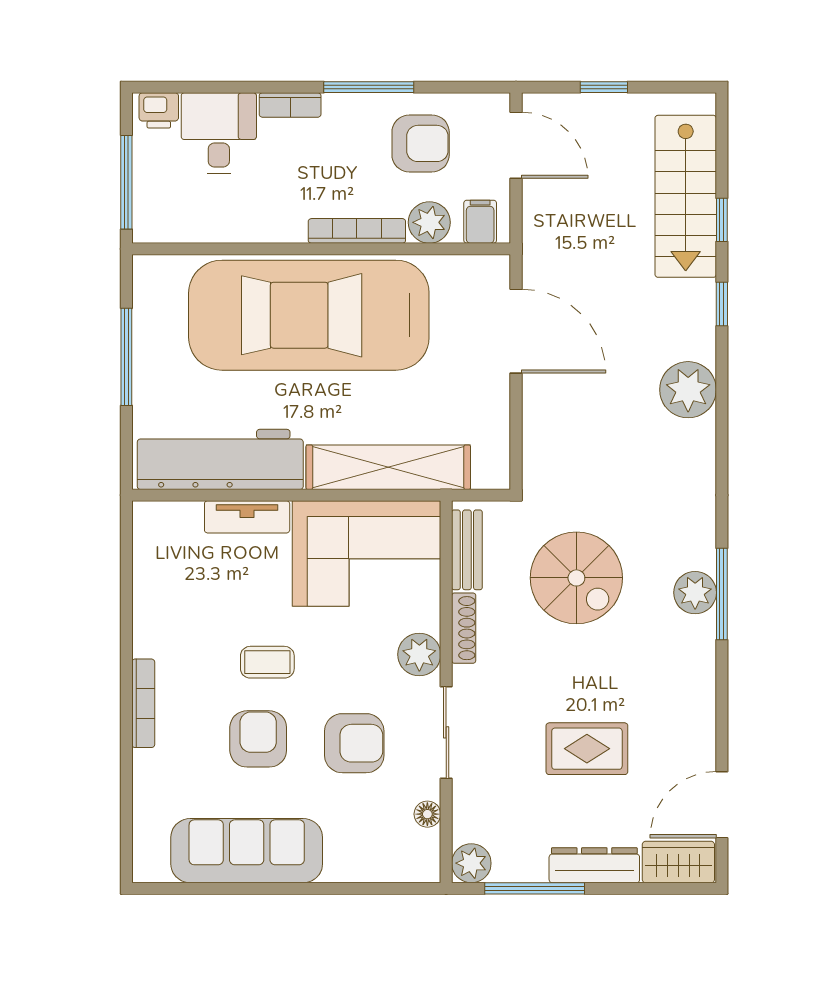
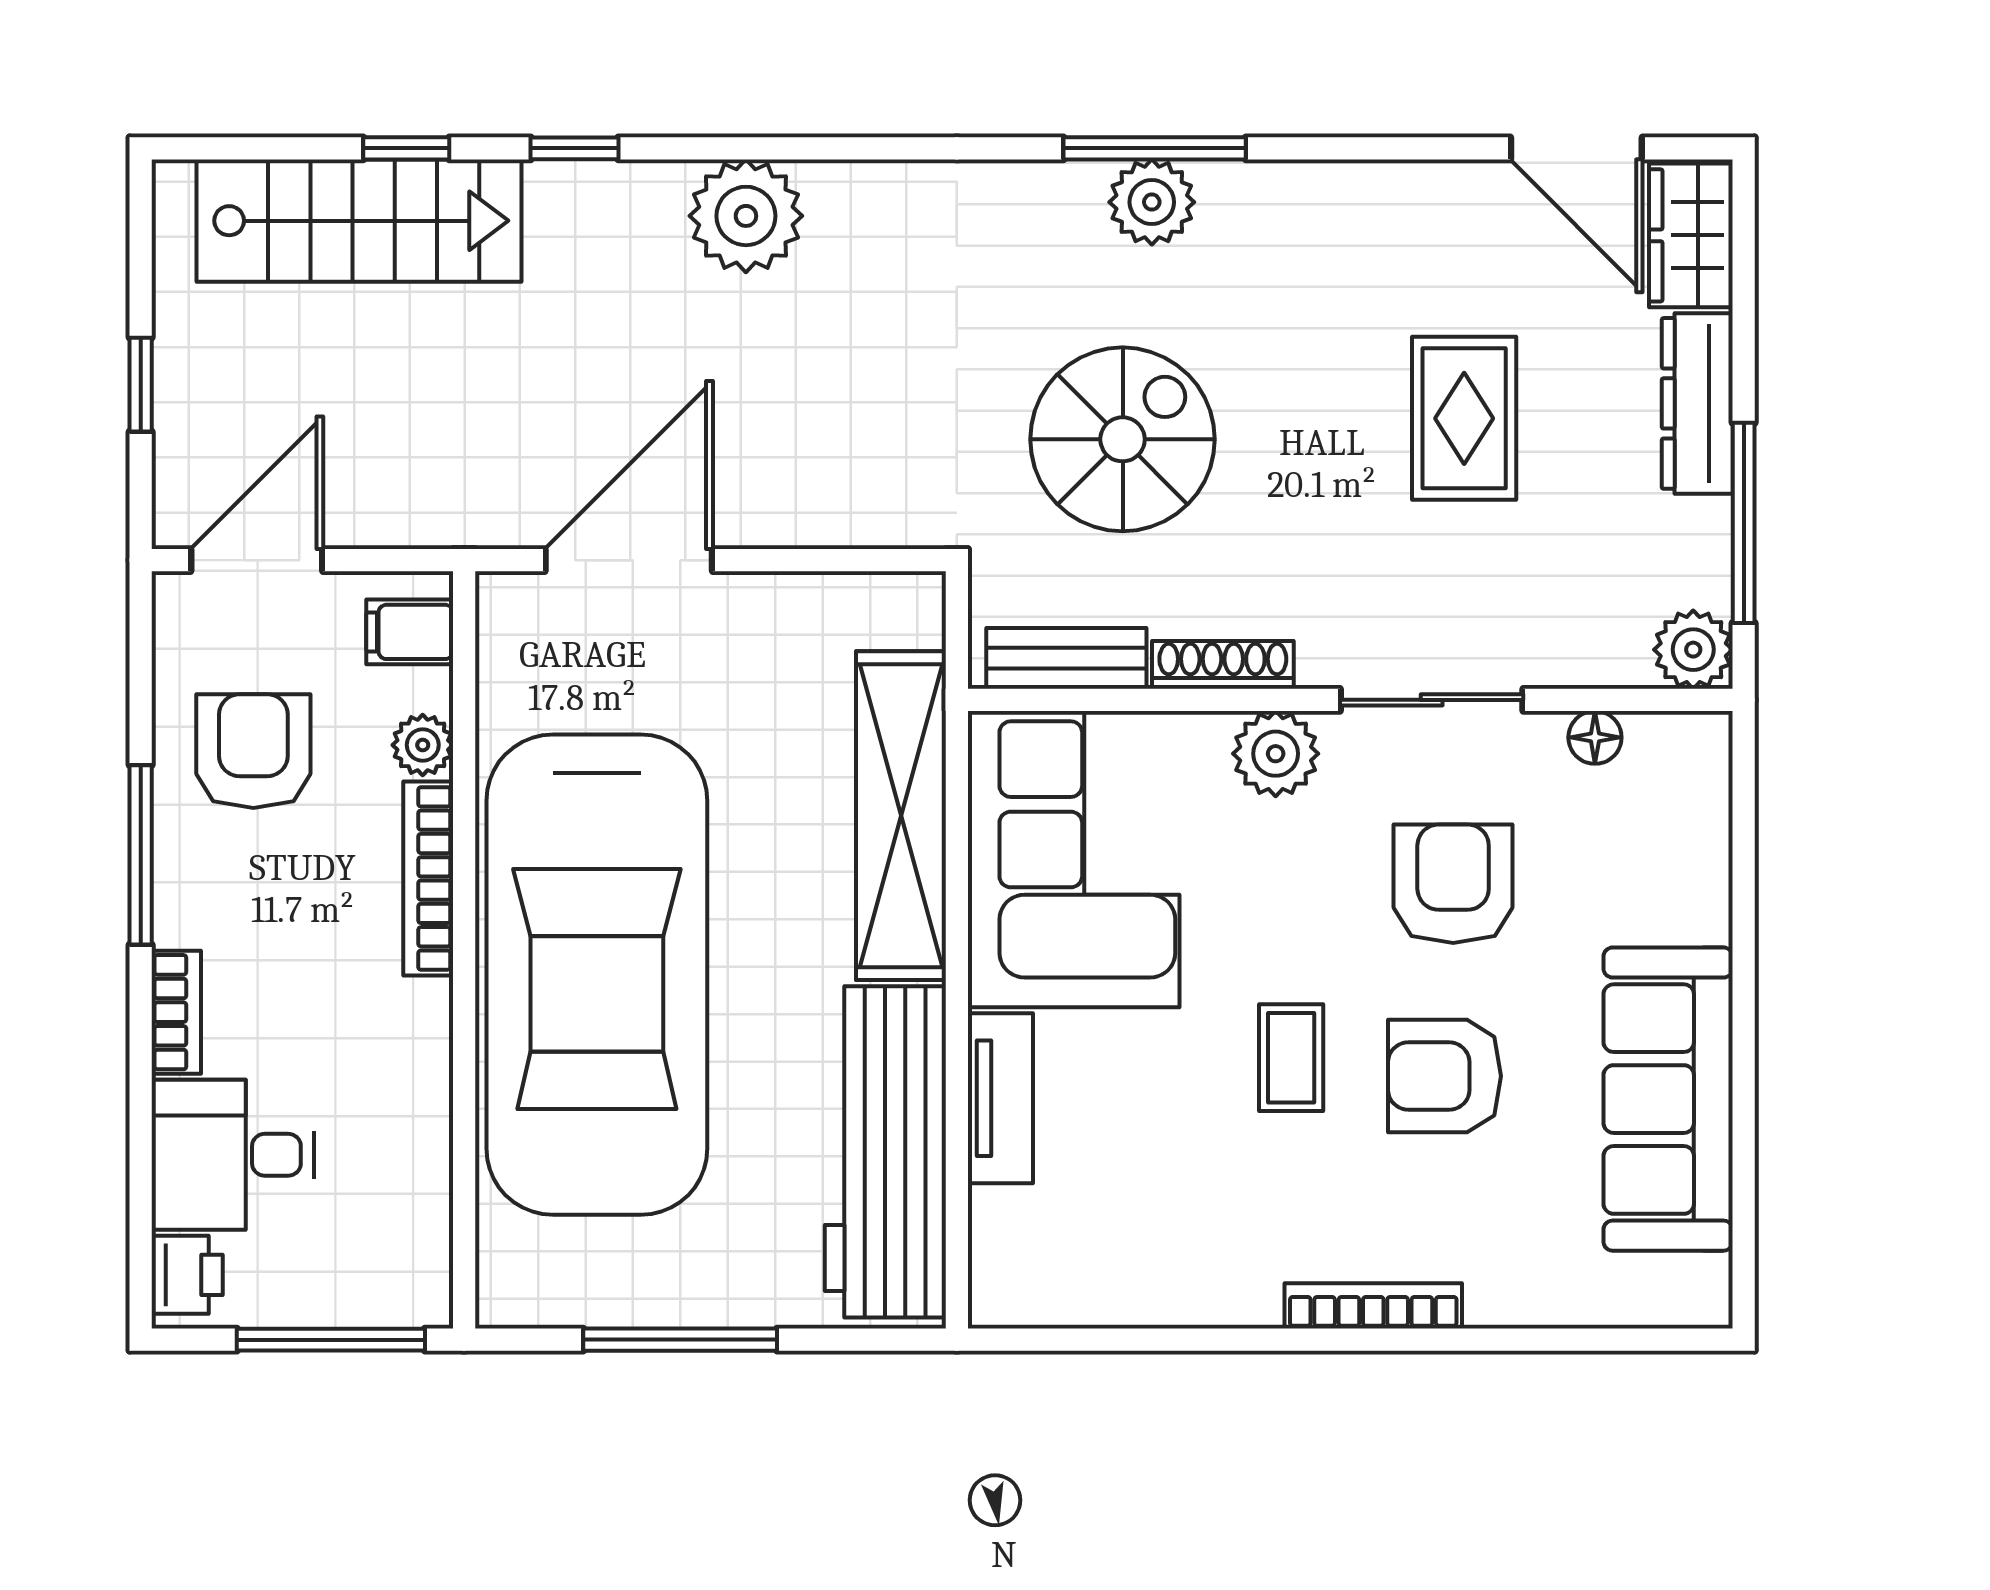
plant: (429, 222) -> (423, 745), width x0.73, depth x0.73

